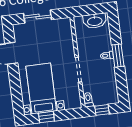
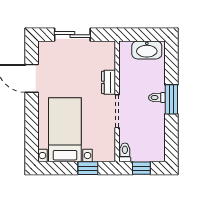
dresser: (69, 49) -> (108, 82), added
window: (46, 117) -> (88, 168), moved

